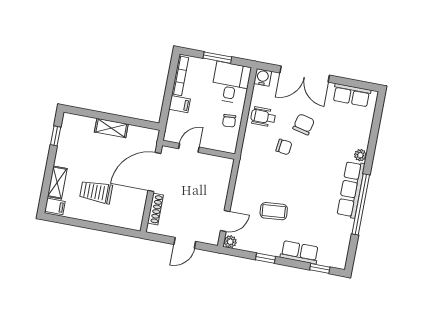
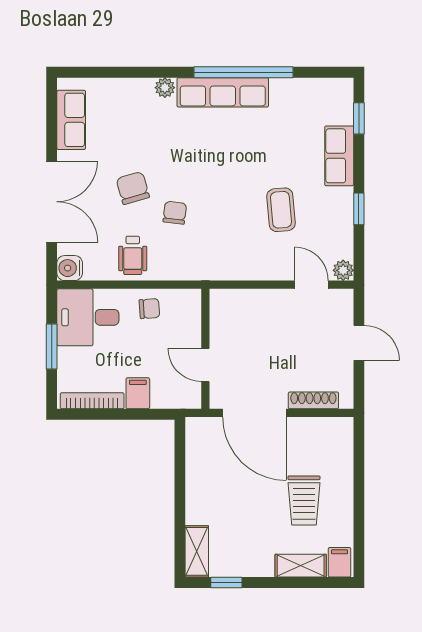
chair: (304, 124) -> (133, 188), turned 61
shelving: (111, 128) -> (197, 551), moved

